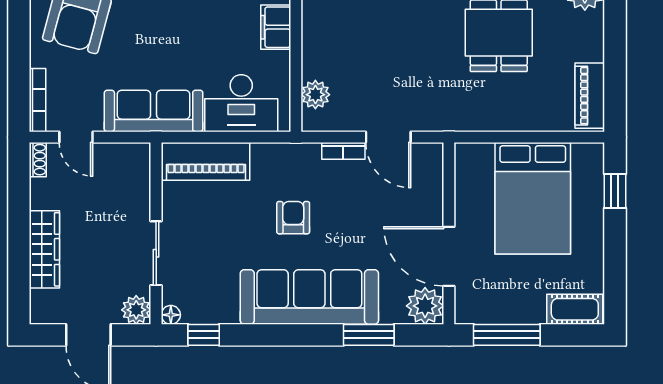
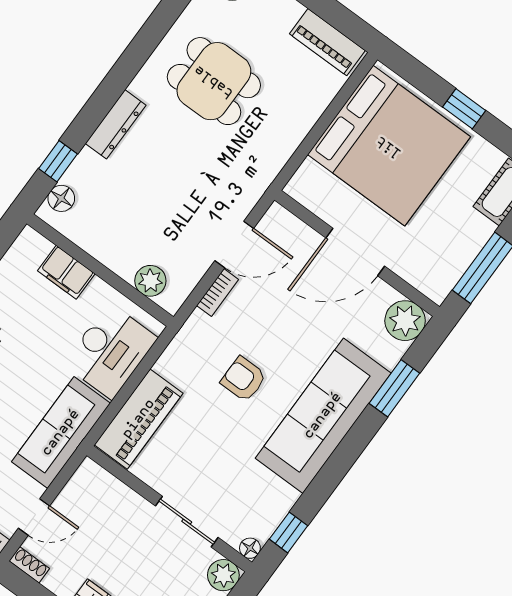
window: (615, 191) -> (464, 109), moved
bed: (533, 198) -> (389, 146), width x1.36
door: (449, 256) -> (355, 252), moved

